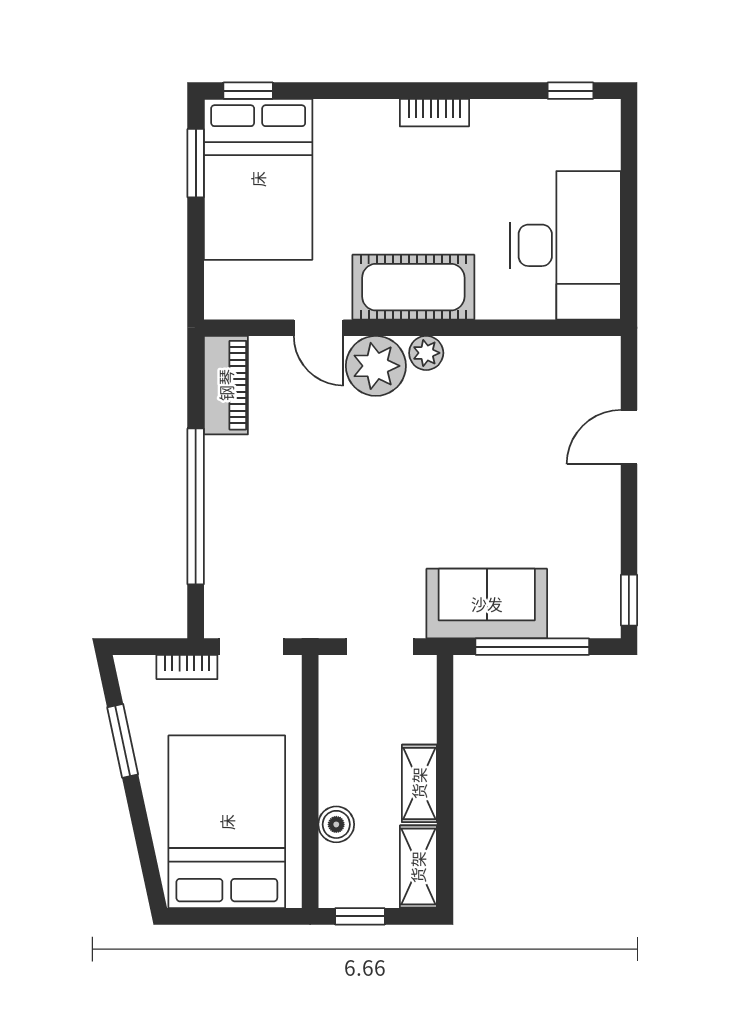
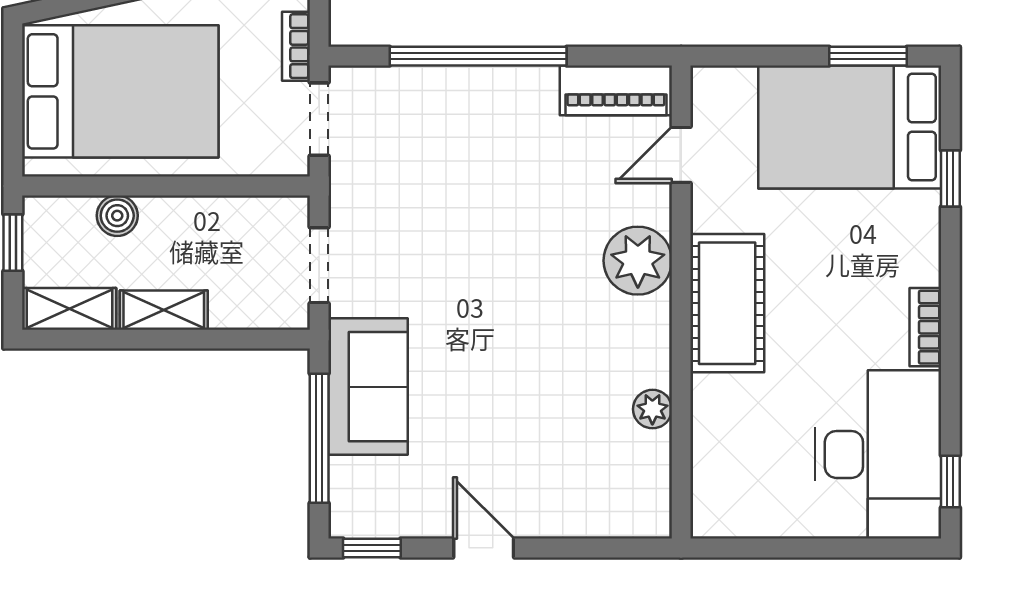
window: (248, 91) -> (950, 179), moved
desk: (565, 245) -> (878, 454), moved, turned -90
door: (319, 328) -> (681, 155), moved
plant: (426, 353) -> (652, 409), moved
door: (629, 437) -> (484, 548), moved

